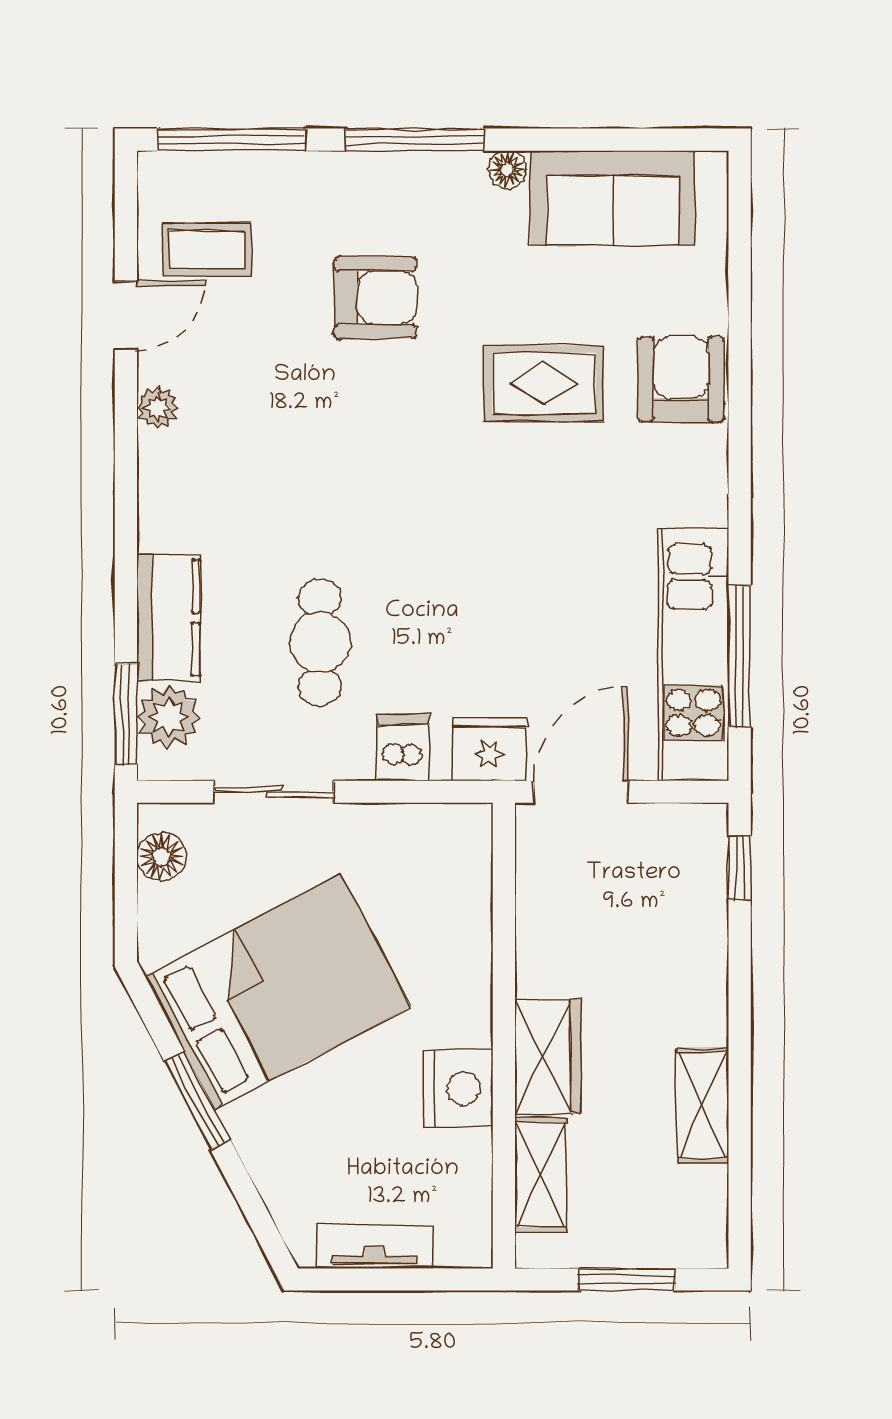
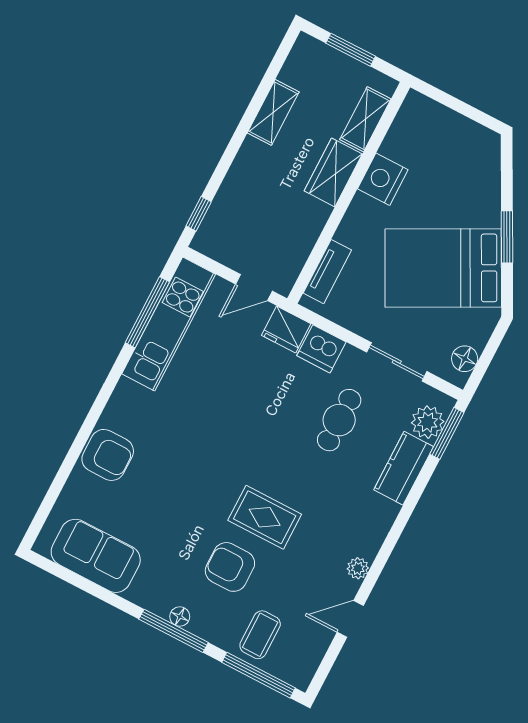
floor lamp: (507, 169) -> (180, 617), moved
coffee table: (207, 250) -> (260, 635), moved, turned 90
armchair: (681, 379) -> (108, 455), turned -90
rug: (544, 383) -> (265, 517), moved
dishwasher: (403, 747) -> (321, 349), width x1.38
door: (581, 792) -> (254, 288), width x0.73
tv unit: (374, 1246) -> (327, 272), moved, turned -90

